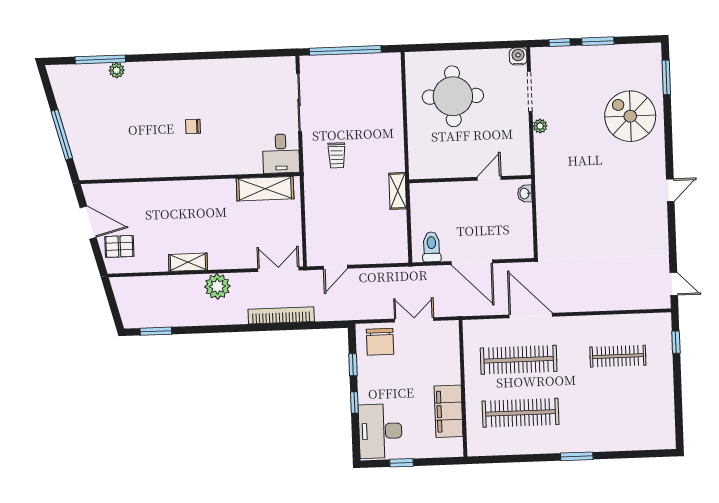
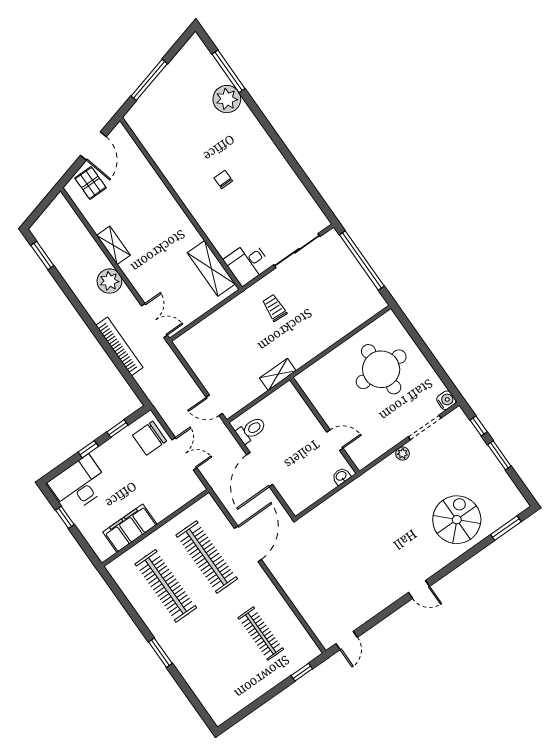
plant: (117, 70) -> (227, 99), width x1.88, depth x1.88
trolley: (337, 155) -> (274, 308), turned 93
door: (335, 267) -> (214, 405), moved

